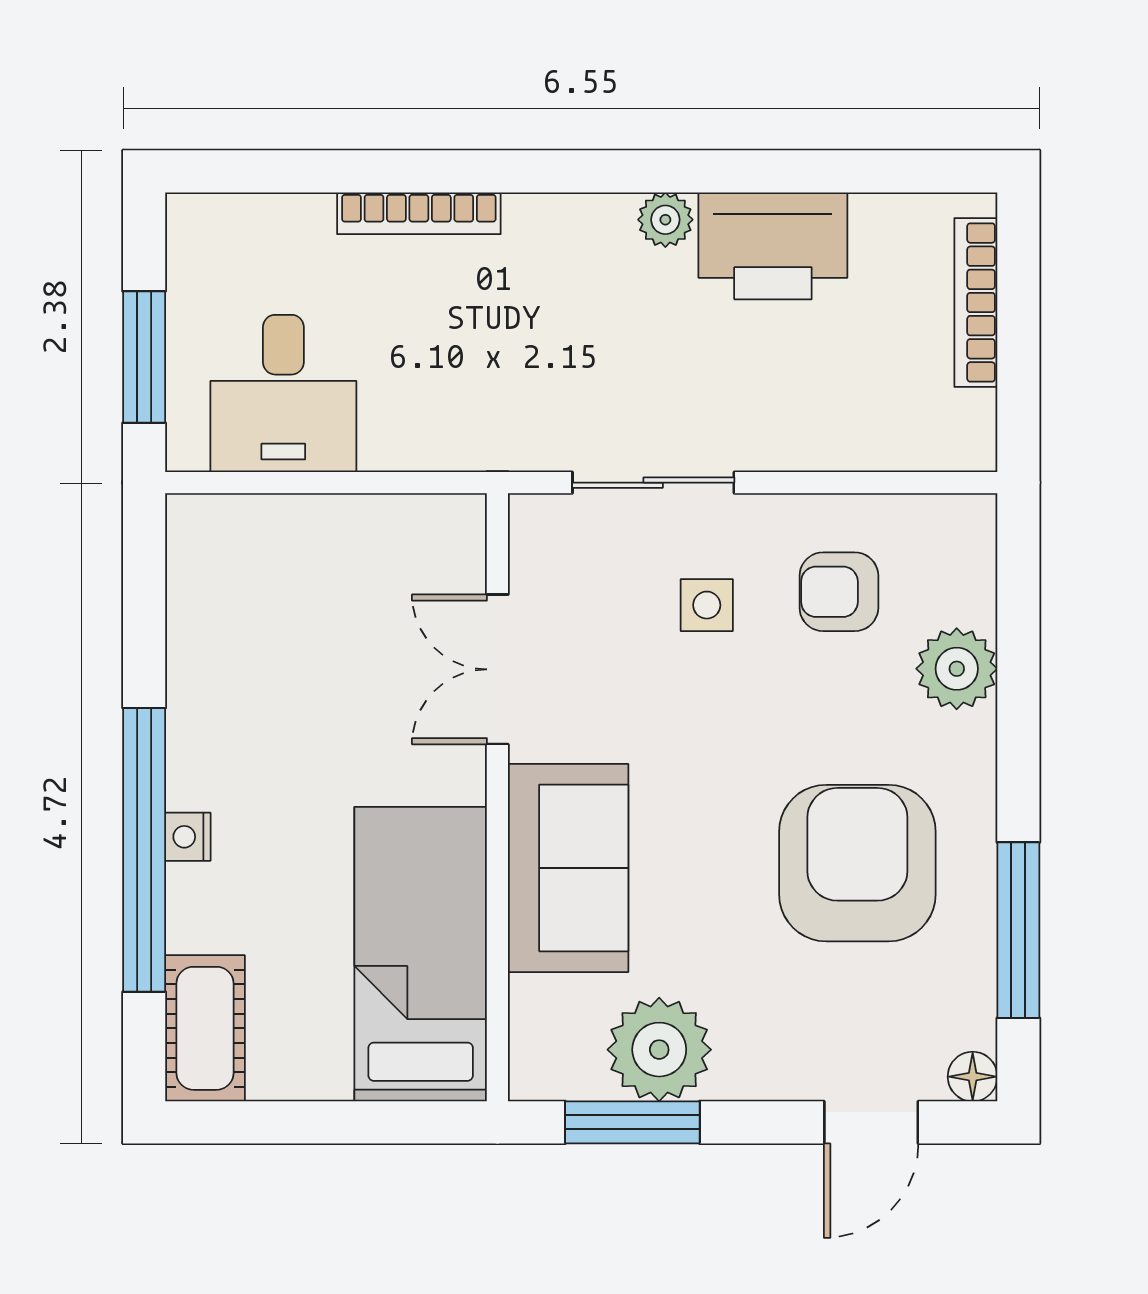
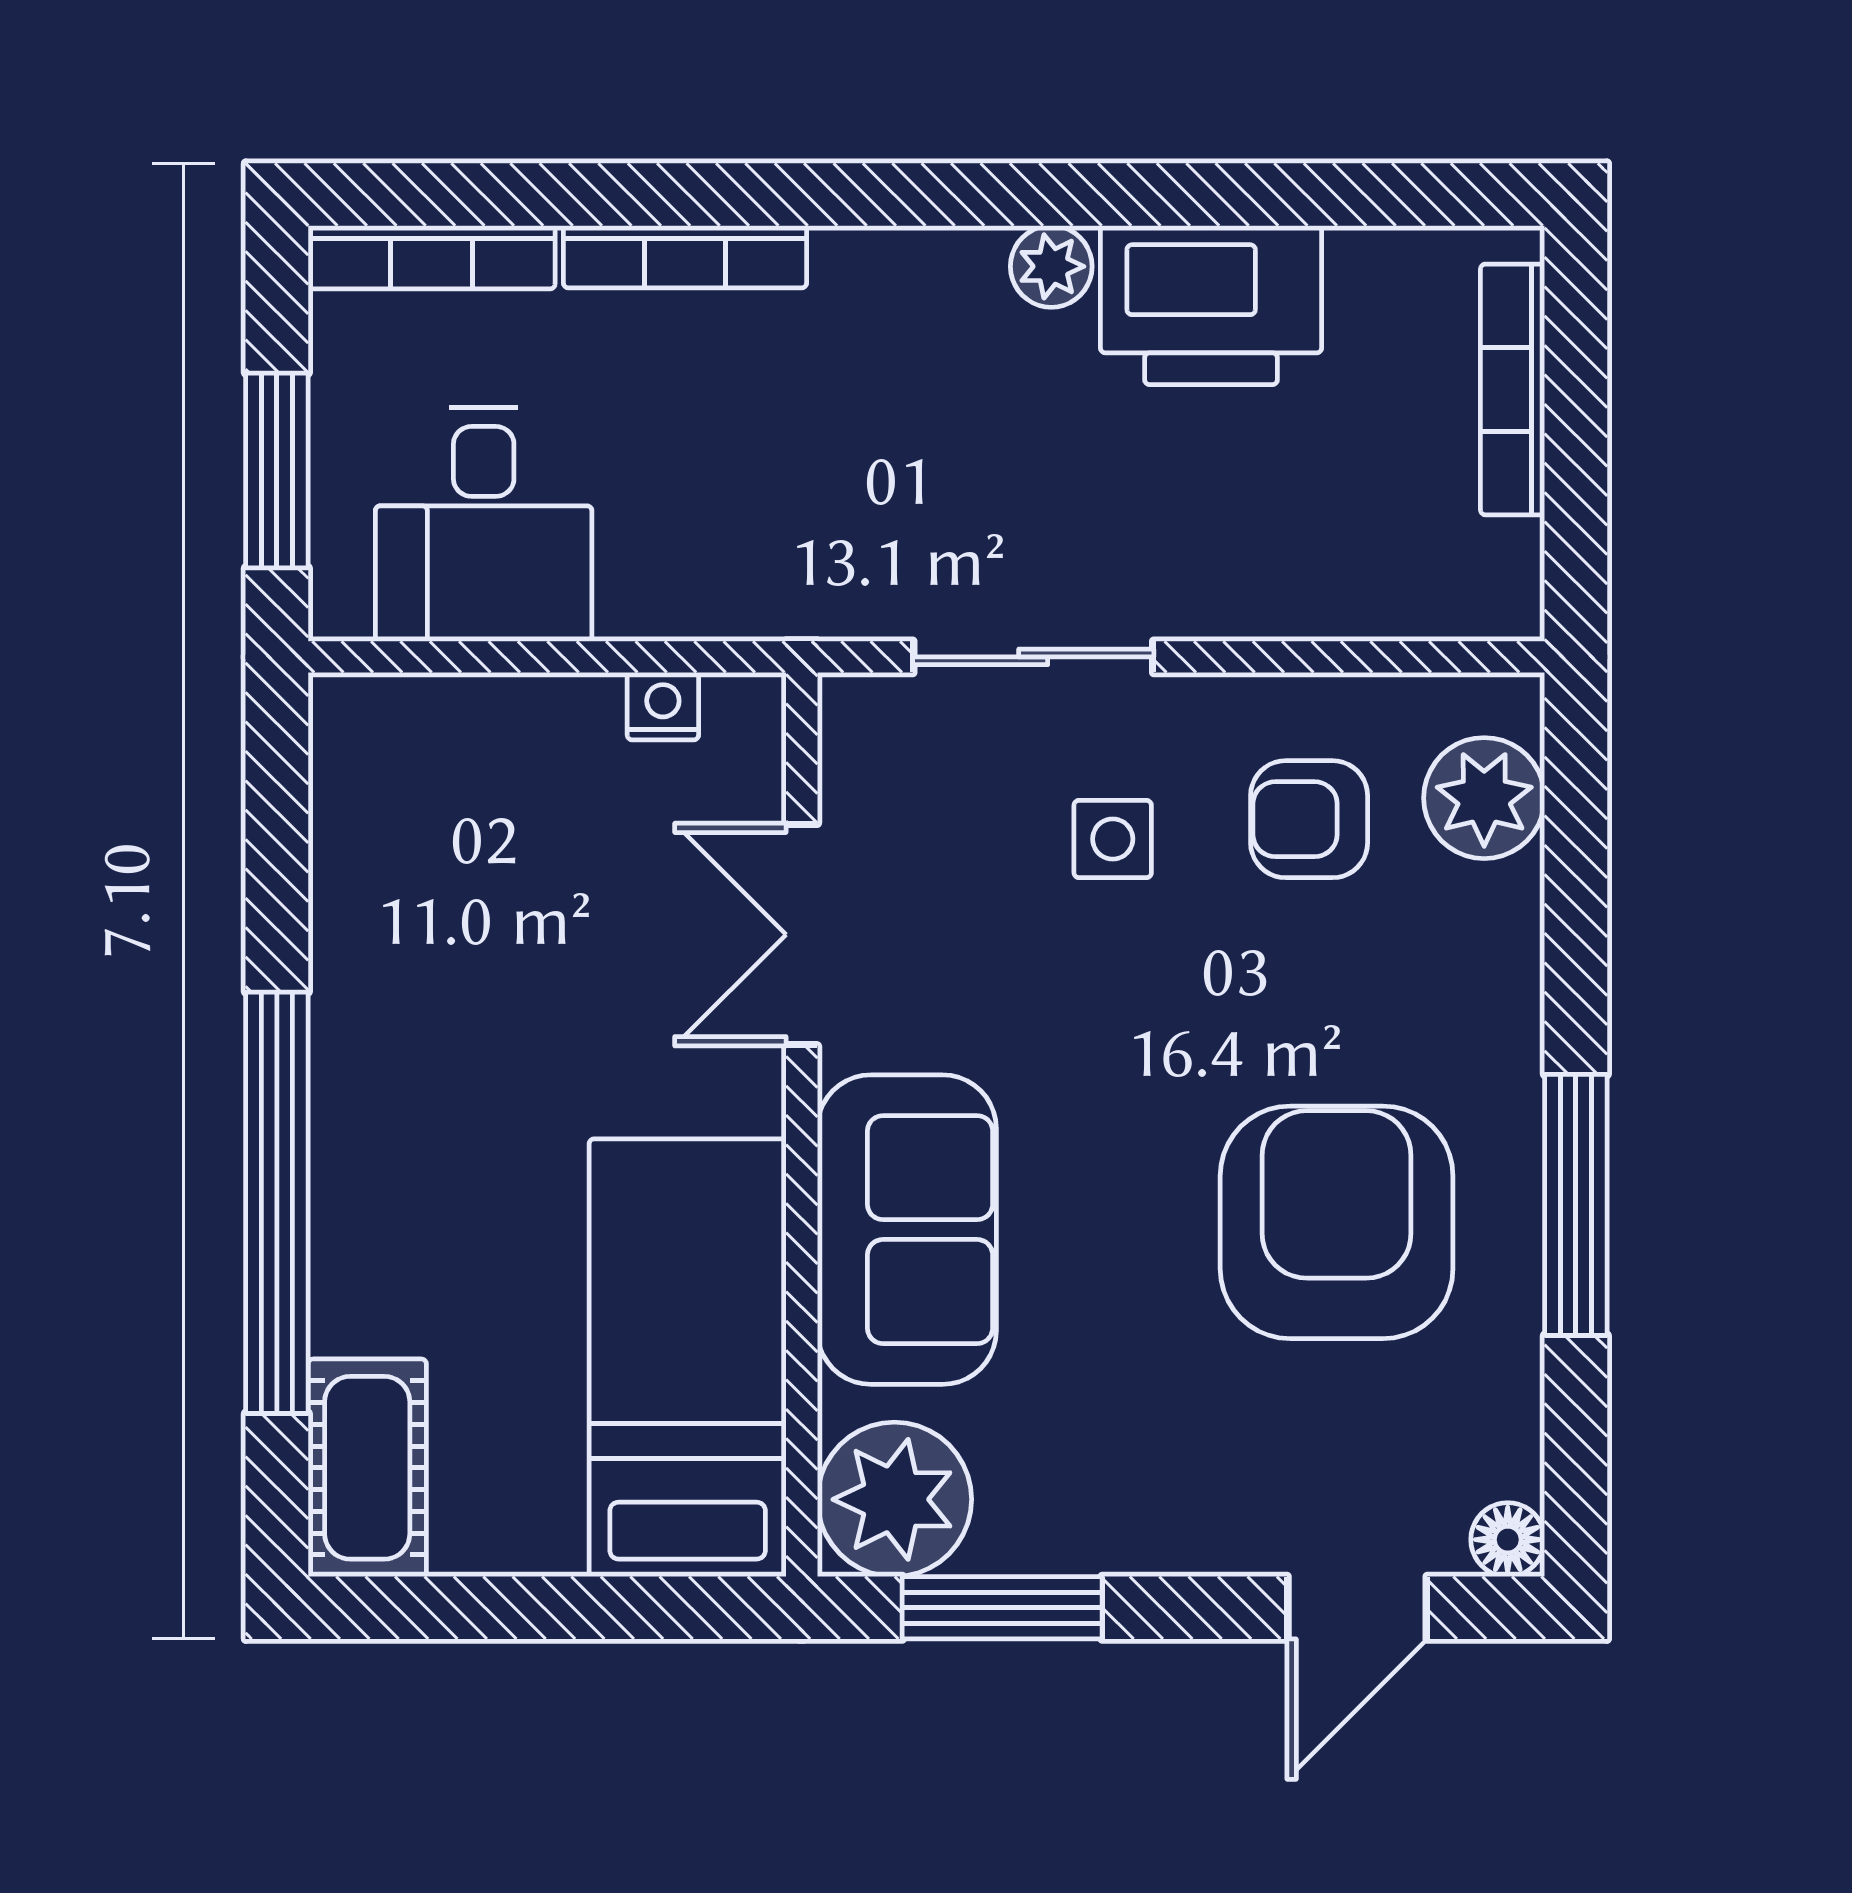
bookcase: (248, 214) -> (432, 257), added
plant: (957, 669) -> (1484, 798), moved
nightstand: (188, 837) -> (663, 706), moved, turned 90
window: (1018, 930) -> (1576, 1205), moved
plant: (659, 1050) -> (894, 1499), moved

